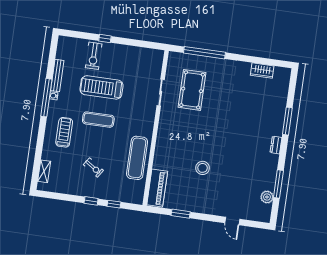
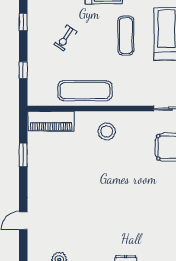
stool: (203, 168) -> (107, 131), moved
window: (91, 201) -> (23, 22), moved

